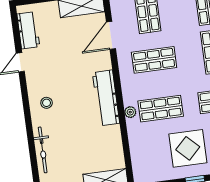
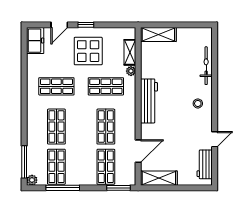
shop shelf: (154, 60) -> (106, 127), turned 90
plant: (130, 112) -> (131, 71), moved
shelving: (137, 154) -> (130, 52), added

